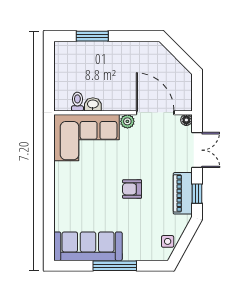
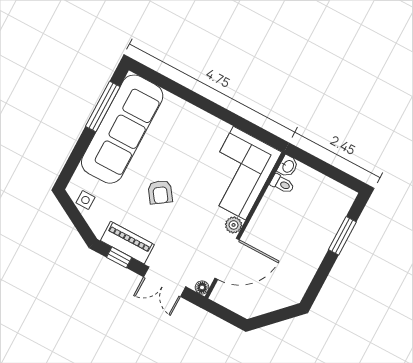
washbasin: (93, 104) -> (288, 166), moved
armchair: (132, 189) -> (160, 192), turned 145
sofa: (88, 246) -> (122, 129), width x1.36, depth x1.27
window: (115, 266) -> (103, 106), moved

